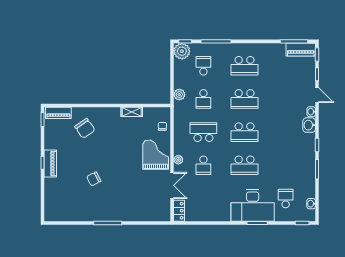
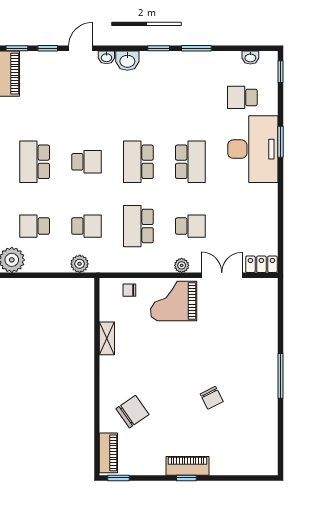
school desk: (245, 66) -> (35, 162), turned 180
school desk: (245, 99) -> (87, 162), width x0.54
school desk: (245, 132) -> (138, 162), turned 180

